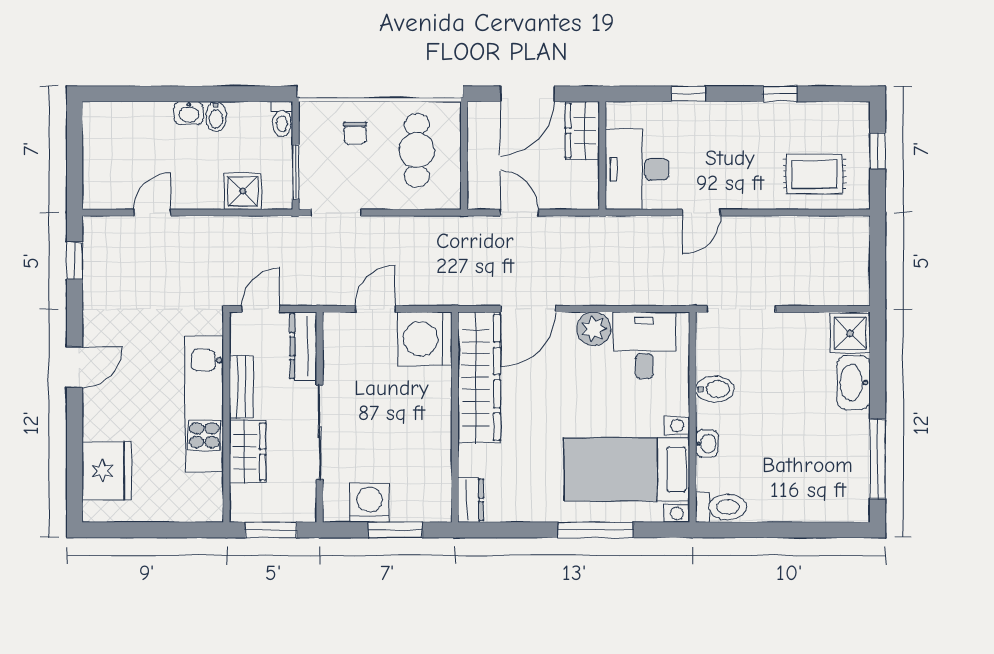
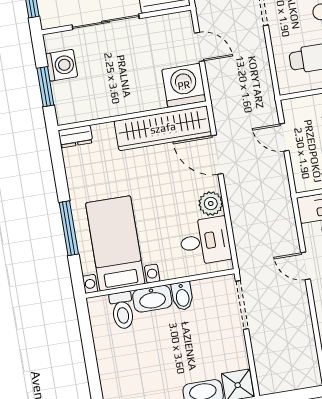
door: (519, 213) -> (284, 137), swing flipped
washbasin: (707, 444) -> (152, 299), width x1.91, depth x1.45
toilet: (721, 507) -> (122, 310), moved

